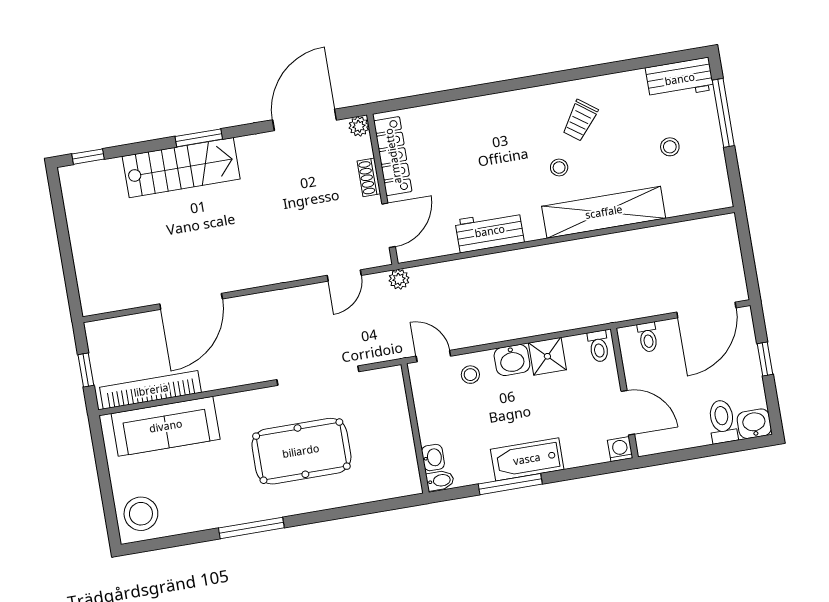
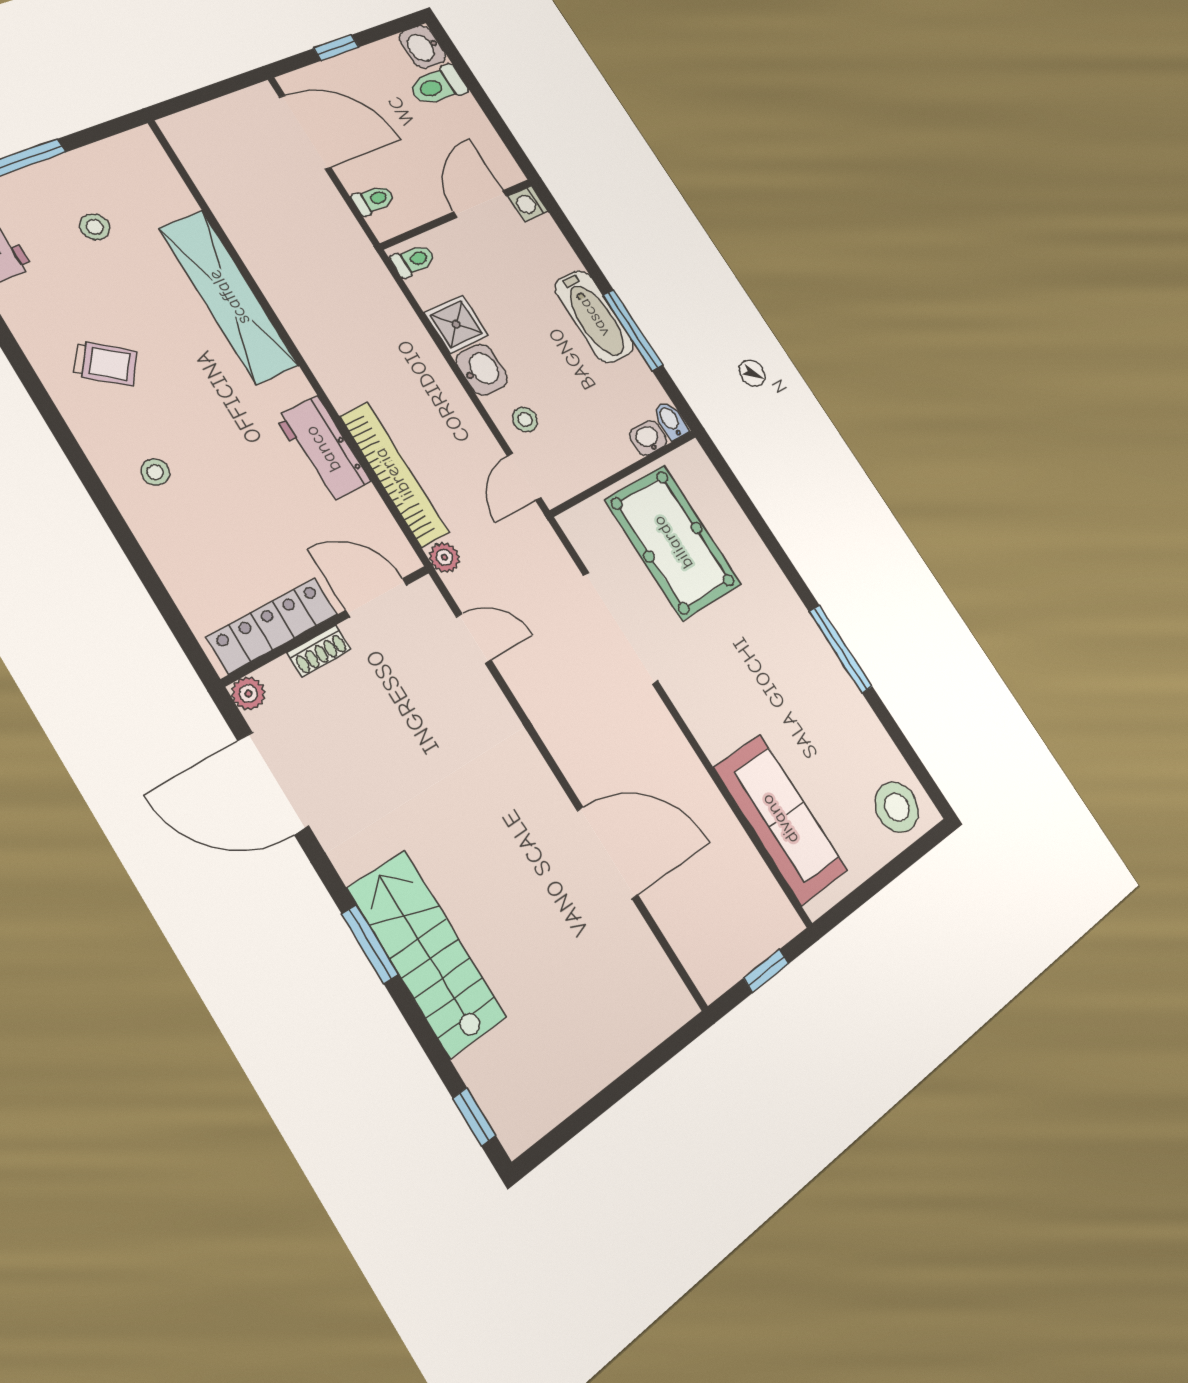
stool: (559, 167) -> (155, 472), moved
bookcase: (151, 390) -> (394, 474), moved, turned 180
pool table: (301, 451) -> (673, 542), moved

